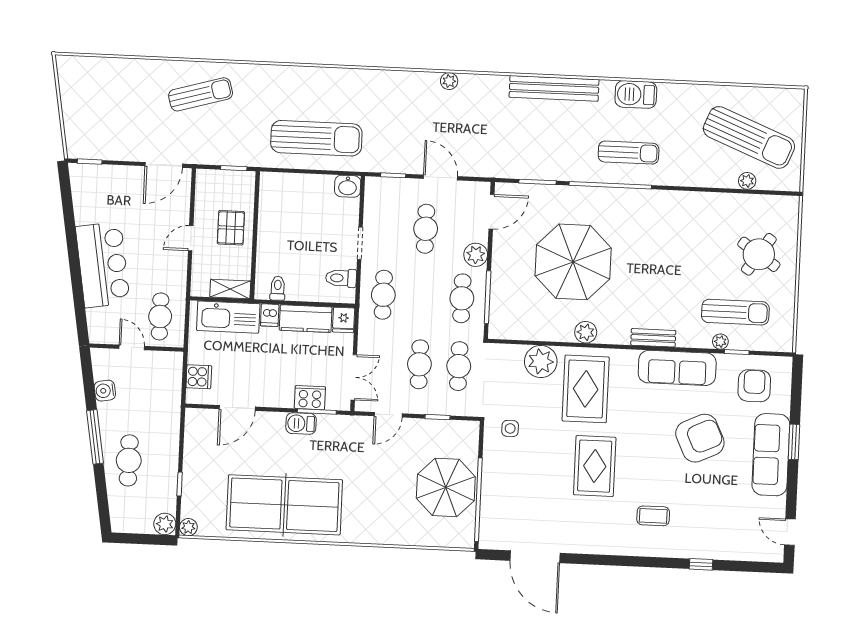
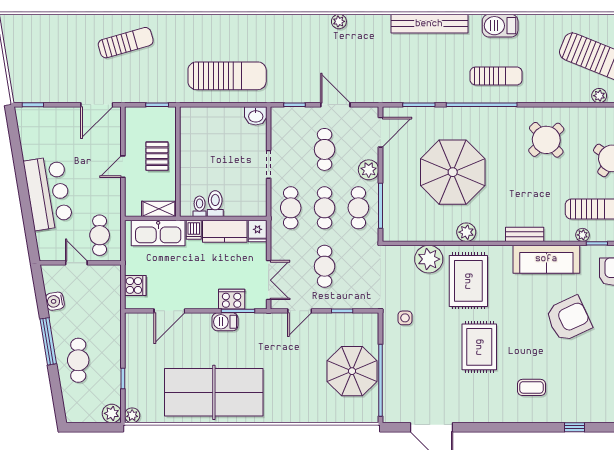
round table: (683, 229) -> (546, 140), added
toilet: (341, 278) -> (215, 204), moved, turned 90
cafe table: (459, 366) -> (325, 208), moved

